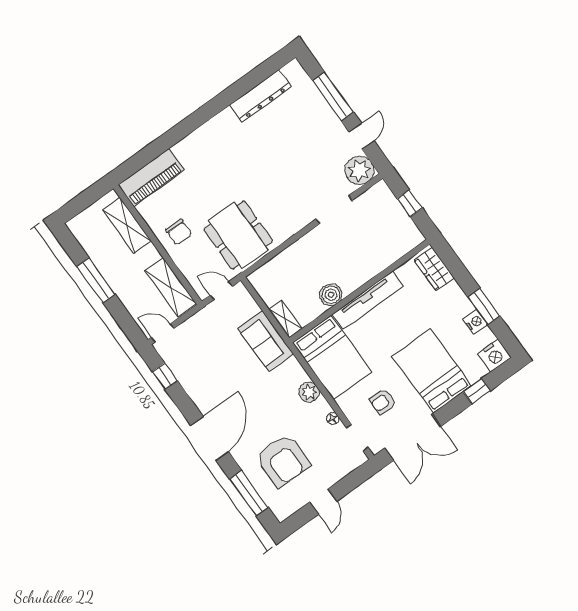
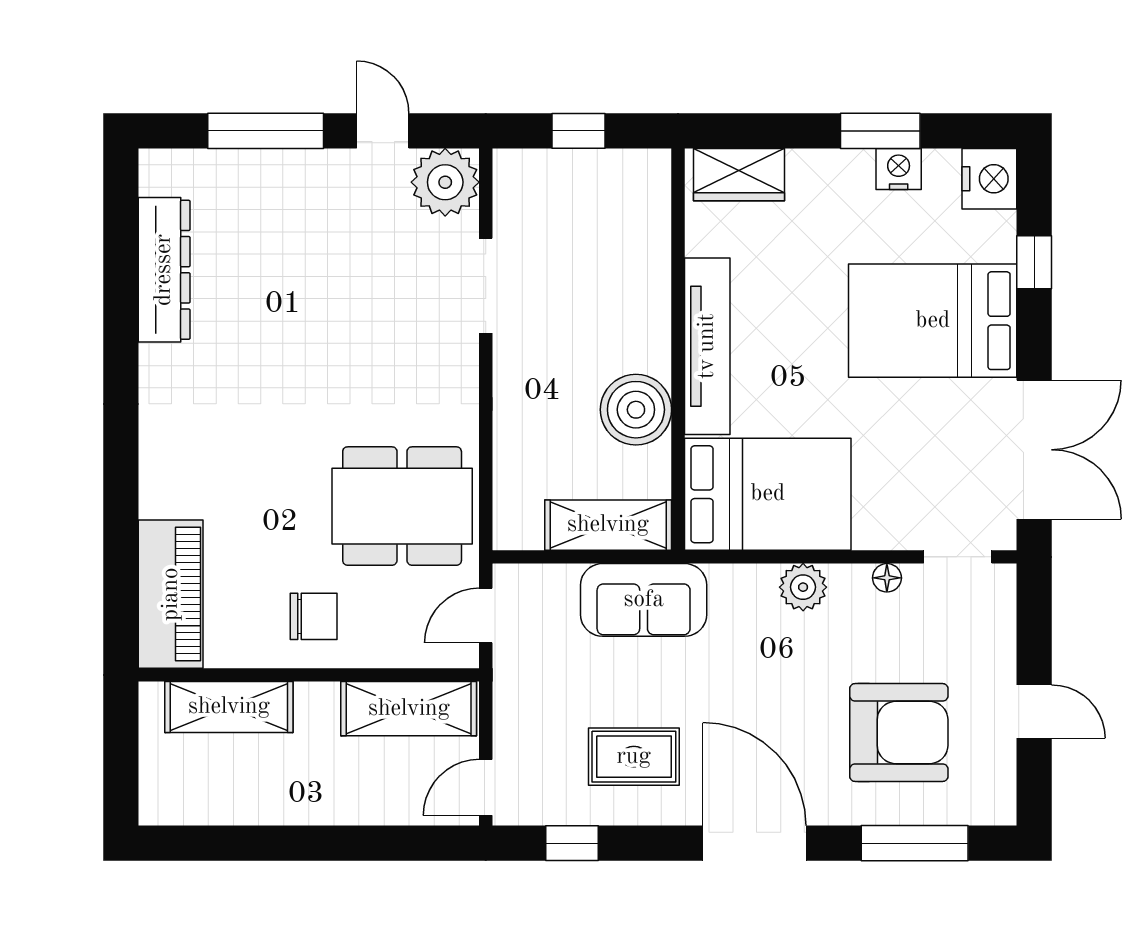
window: (96, 280) -> (292, 843), removed
boiler: (331, 295) -> (636, 410), width x1.37, depth x1.37
shelving: (285, 319) -> (608, 525), width x1.50, depth x1.33
rug: (210, 376) -> (634, 757), added
armchair: (383, 401) -> (923, 458), removed

